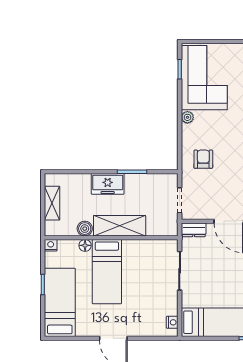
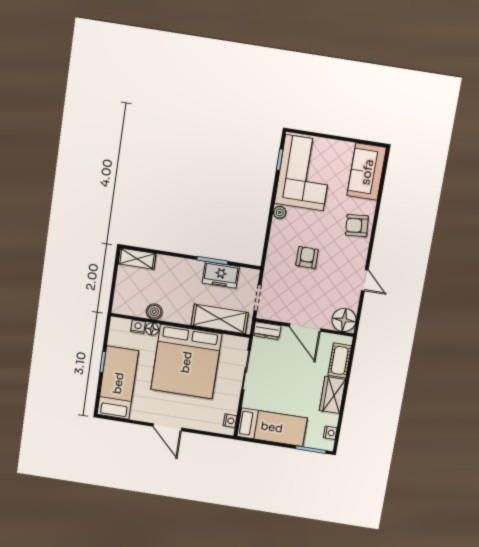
armchair: (203, 159) -> (307, 257), moved
freezer: (108, 184) -> (221, 275), moved
shelving: (52, 203) -> (137, 259), moved, turned 90
shelving: (120, 226) -> (220, 319), moved
nightstand: (51, 245) -> (138, 327), moved
bed: (107, 272) -> (186, 362), width x2.04

